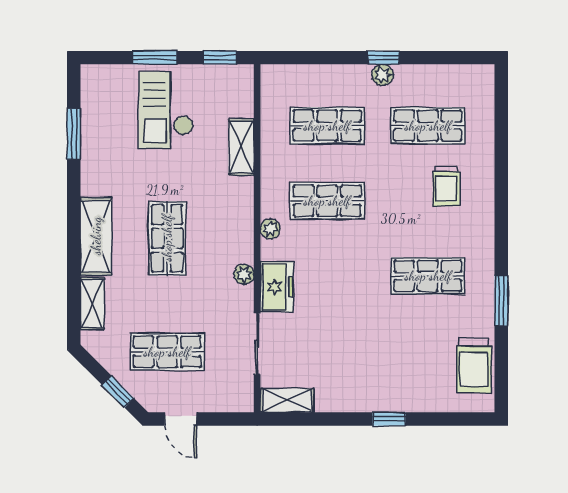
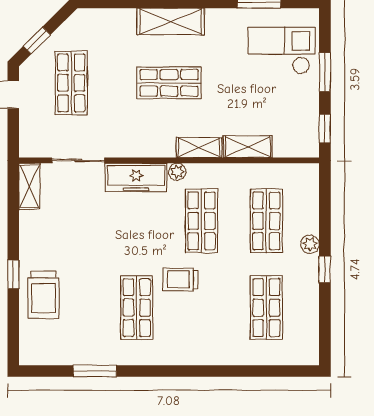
plant: (383, 75) -> (310, 244), moved
checkout: (166, 110) -> (282, 50), moved
trolley: (446, 186) -> (181, 279), moved
plant: (244, 274) -> (138, 149), removed
freezer: (277, 287) -> (136, 177), width x1.40
window: (501, 301) -> (95, 371), moved
shelving: (92, 304) -> (199, 148), moved
trolley: (474, 365) -> (43, 295), moved, turned -90

